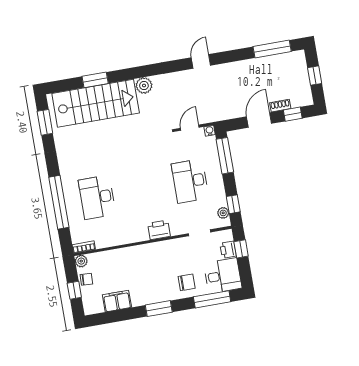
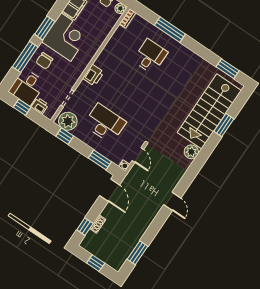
window: (272, 49) -> (137, 253), width x0.69
door: (259, 120) -> (110, 190), moved
window: (225, 156) -> (100, 160), width x0.69
desk: (97, 197) -> (150, 56), width x0.73
window: (59, 202) -> (170, 30), width x0.68
plant: (223, 213) -> (68, 121), width x1.87, depth x1.87
window: (241, 249) -> (22, 107), moved
corner desk: (149, 283) -> (66, 37), added
window: (212, 299) -> (25, 57), moved

